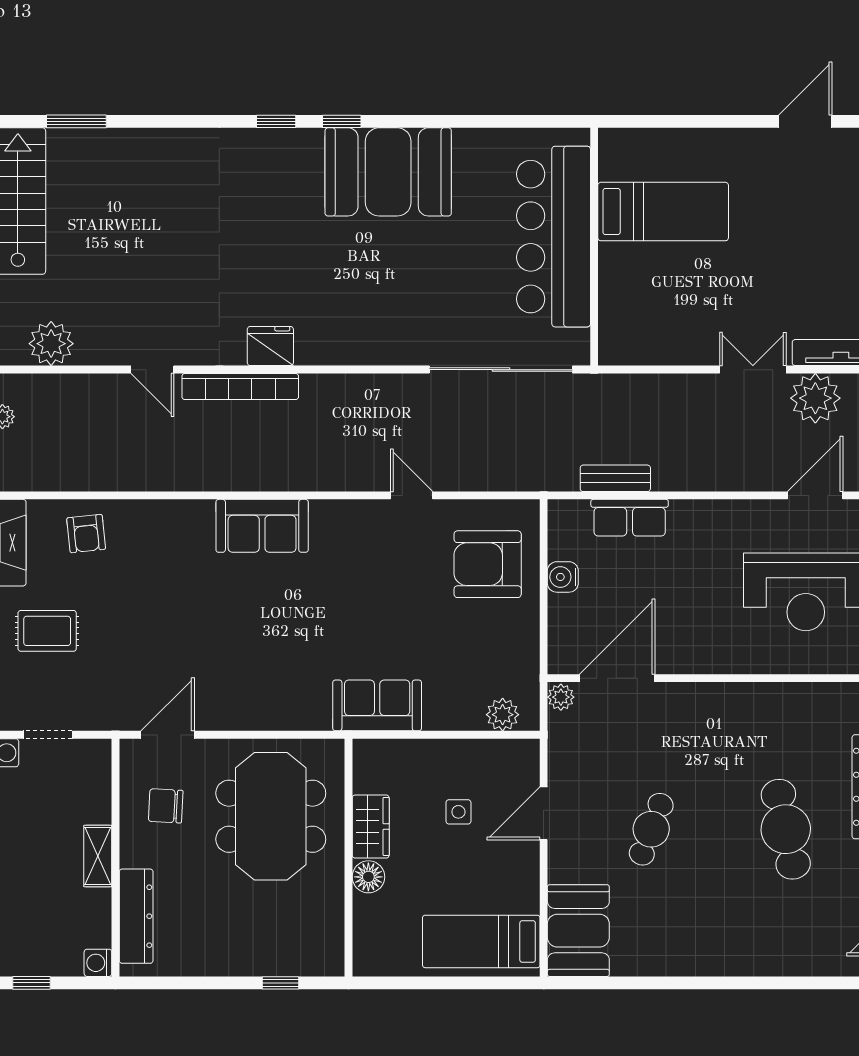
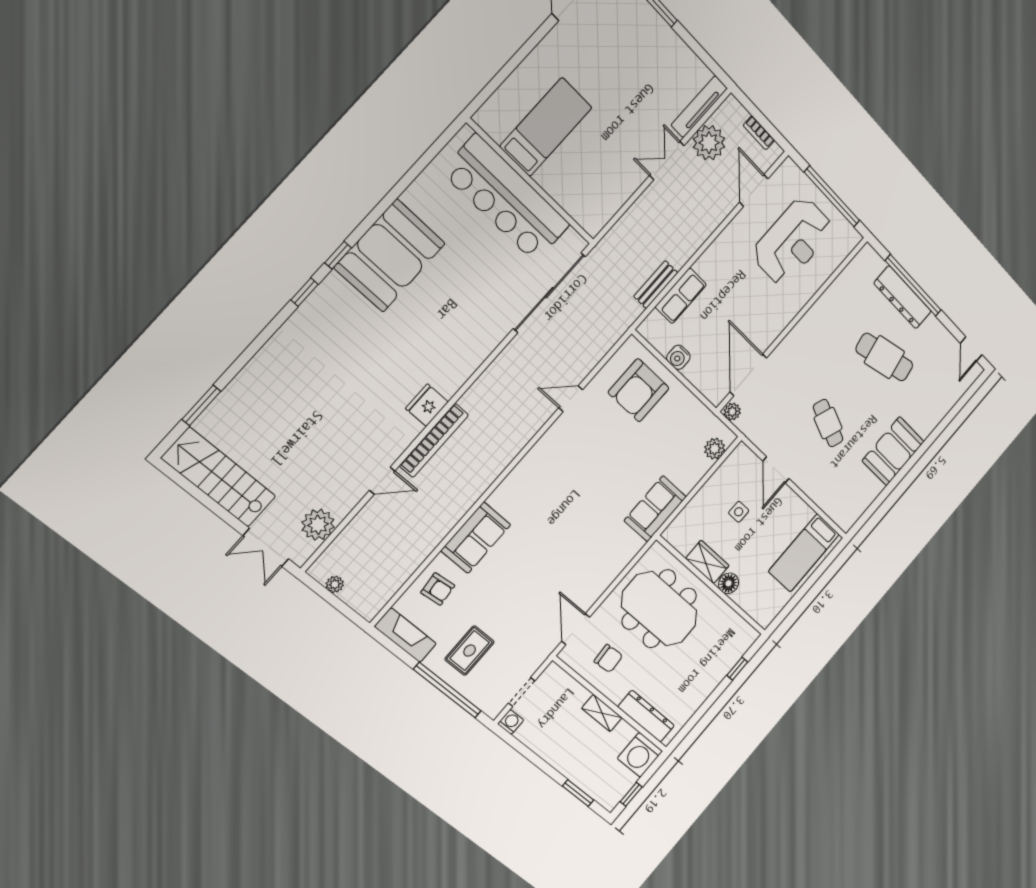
sofa: (262, 526) -> (476, 538), moved
chair: (166, 806) -> (608, 658), turned -97
booth: (578, 931) -> (893, 451), moved, turned 90
washing machine: (98, 963) -> (640, 755), width x1.89, depth x1.89

